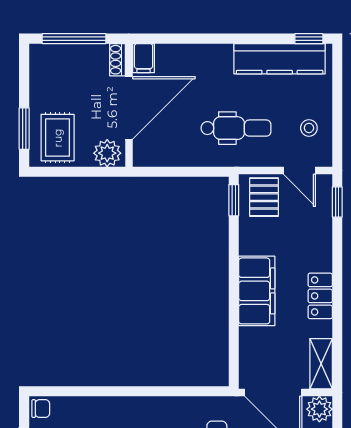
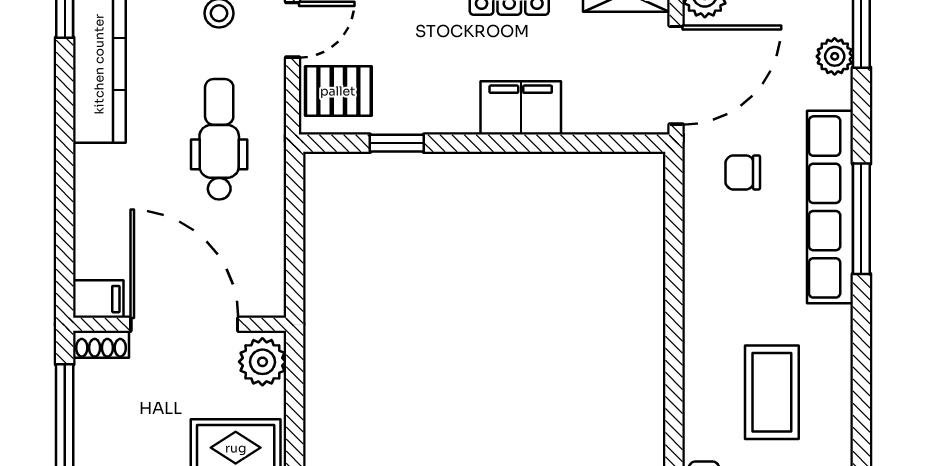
window: (234, 200) -> (397, 143), moved
filing cabinet: (257, 291) -> (521, 108), width x0.67, depth x0.86

